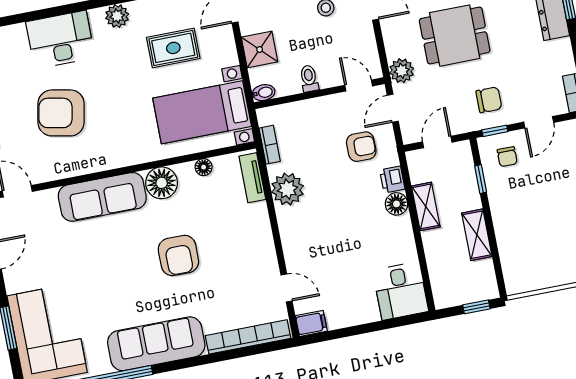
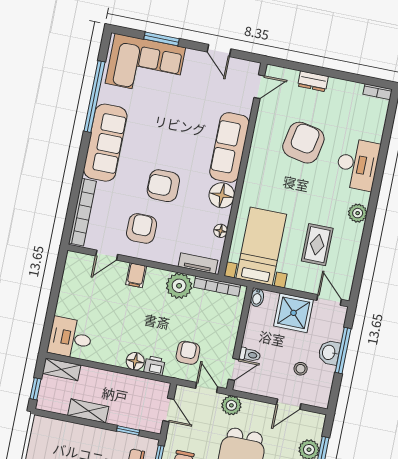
shower: (260, 49) -> (294, 313), width x1.36, depth x1.36
toilet: (309, 78) -> (250, 355), moved
bookcase: (270, 145) -> (217, 286), width x1.56
armchair: (361, 147) -> (188, 353), turned 180
shelving: (426, 206) -> (62, 369), moved
armchair: (239, 260) -> (142, 228), added
filing cabinet: (311, 323) -> (136, 275), moved

